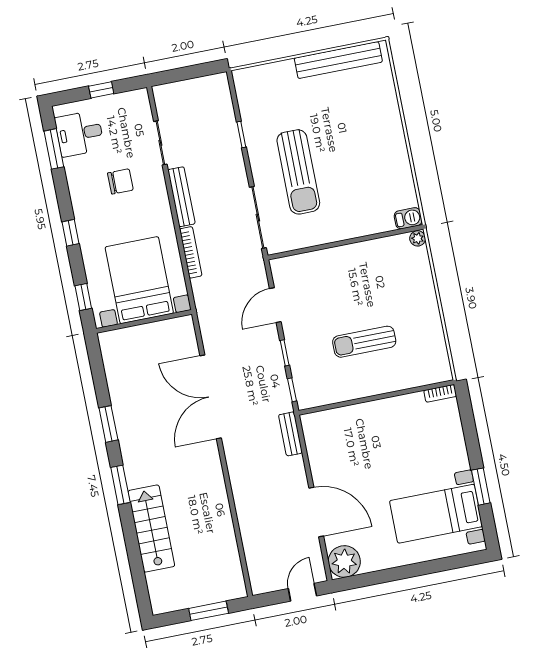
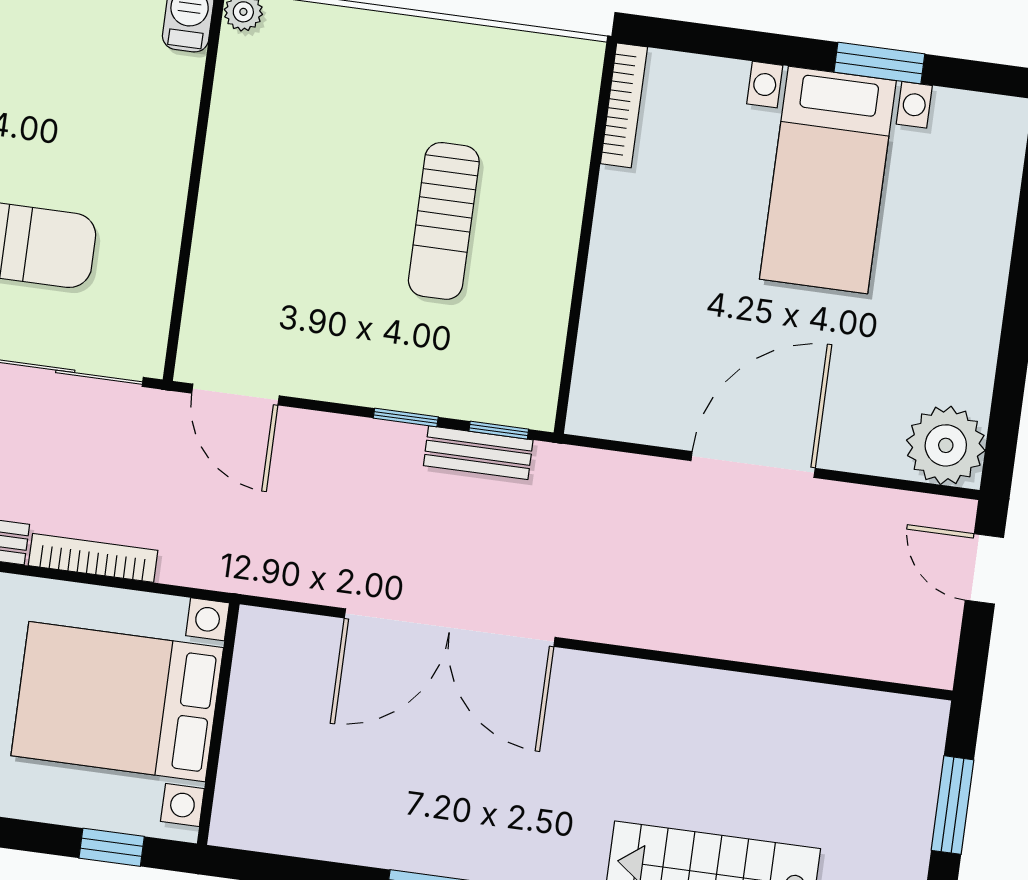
door: (275, 305) -> (235, 394), moved
bookcase: (440, 393) -> (624, 105), width x1.56
bench: (290, 434) -> (478, 453), moved
door: (316, 512) -> (753, 464), moved
bed with nightstands: (436, 514) -> (828, 180), moved

